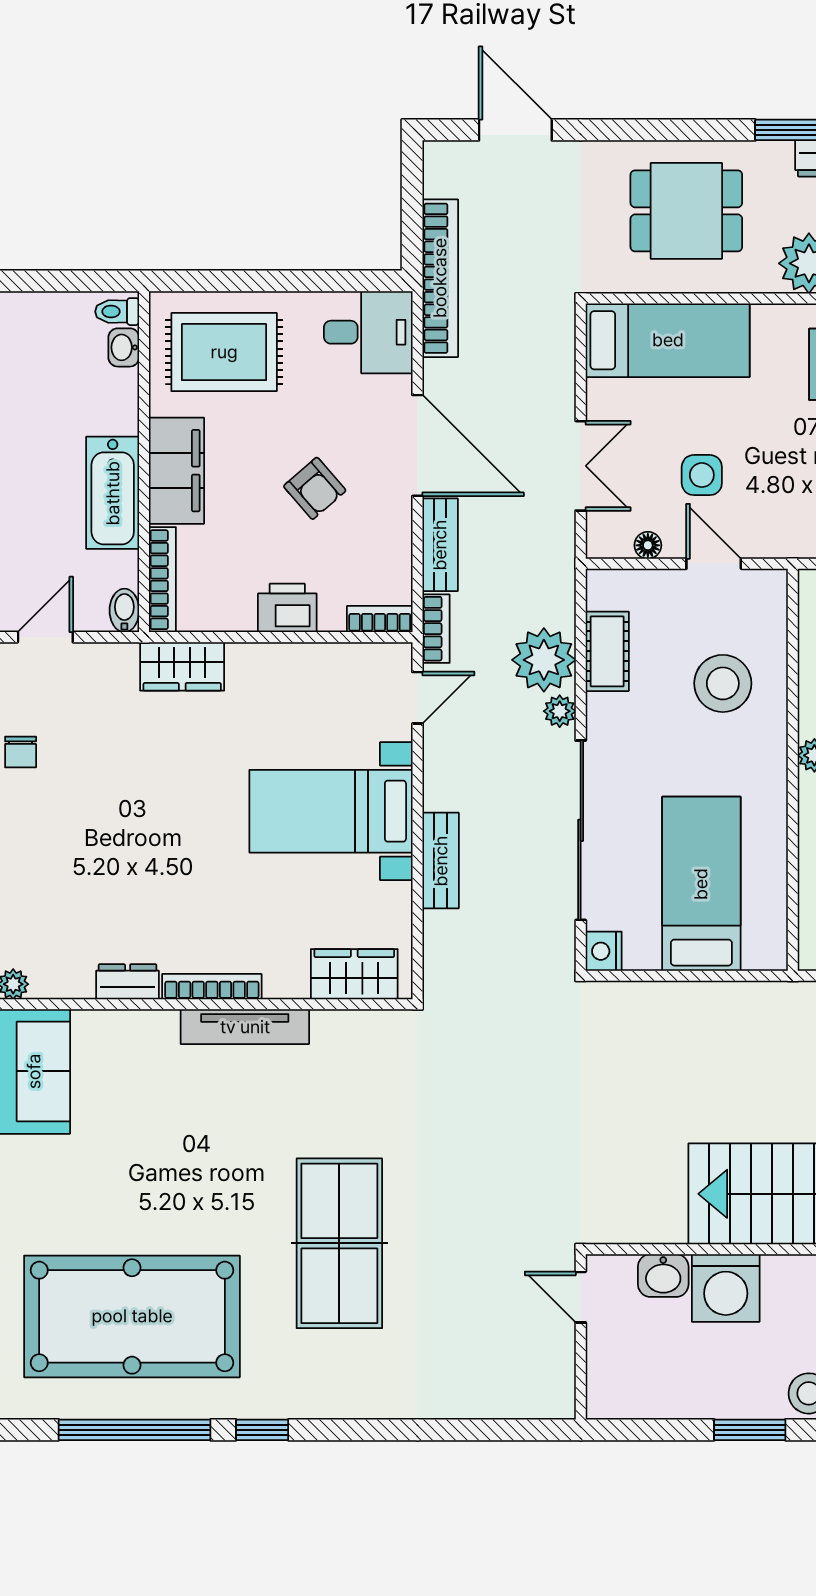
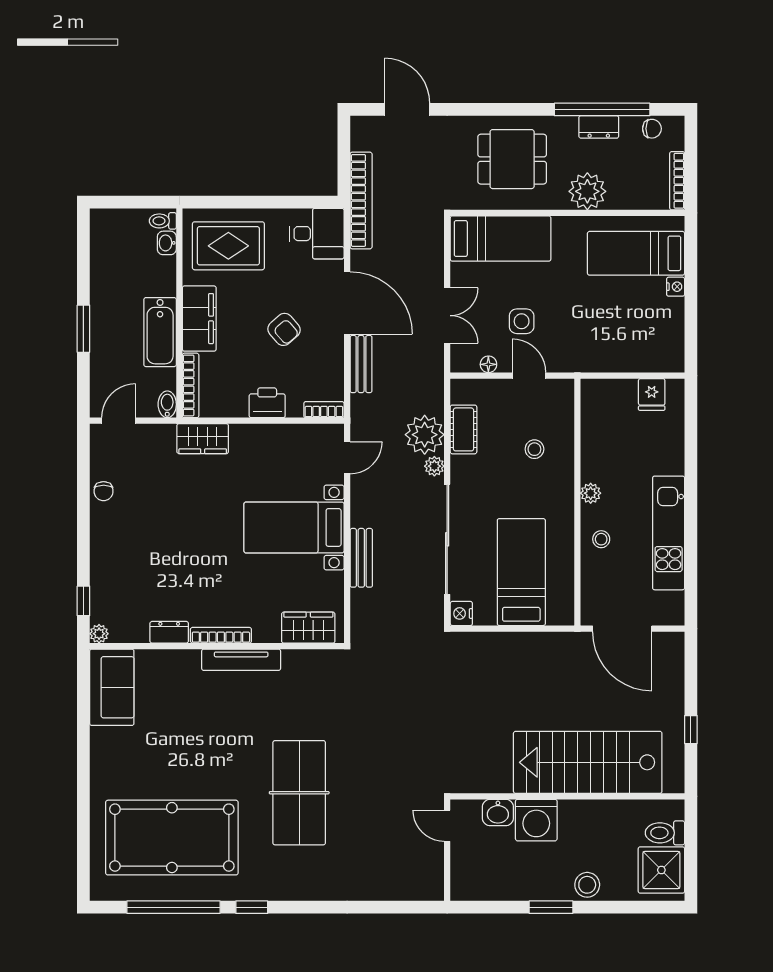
bookcase: (436, 629) -> (358, 416), removed
stool: (723, 683) -> (534, 449), width x0.53, depth x0.53

